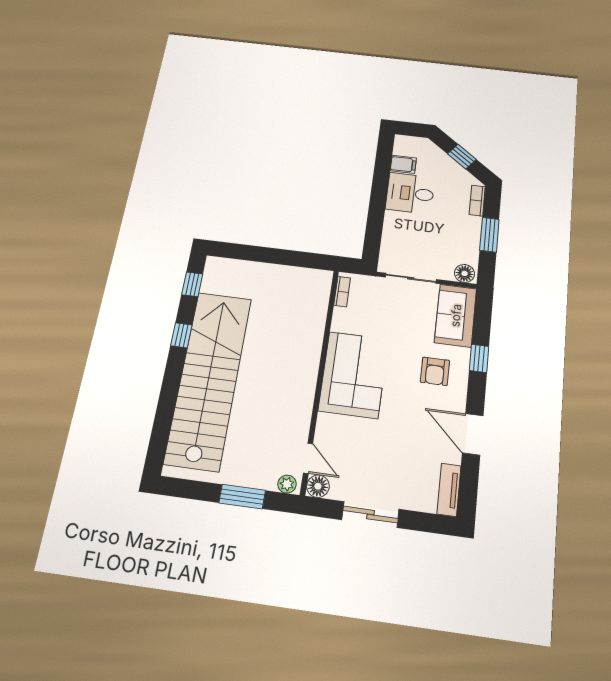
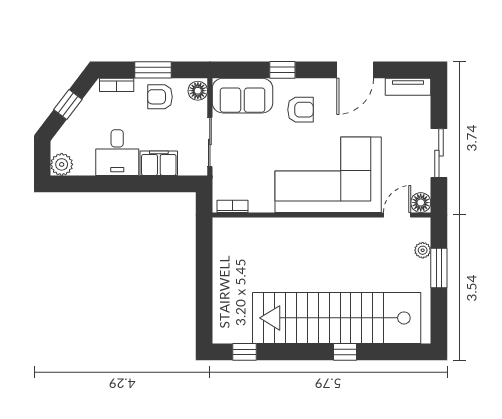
plant: (405, 145) -> (62, 164), added
filing cabinet: (403, 164) -> (159, 163), moved, width x2.00
armchair: (462, 238) -> (160, 97), added
window: (181, 335) -> (345, 352), moved
corner sofa: (353, 375) -> (328, 175), width x1.36, depth x1.36
plant: (287, 484) -> (423, 250), moved

